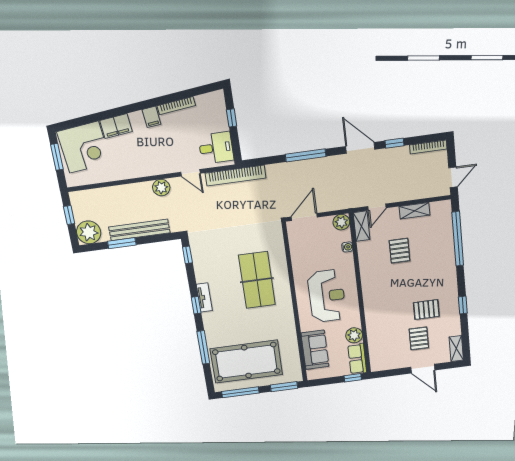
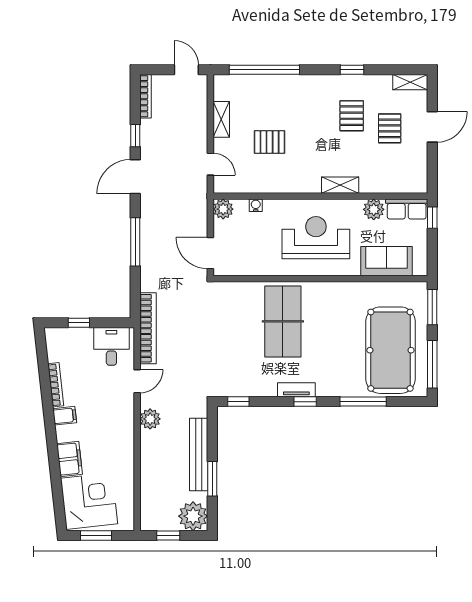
shelving: (362, 226) -> (340, 185), moved
table tennis table: (257, 280) -> (283, 321), turned 90
pallet: (419, 338) -> (390, 128), turned 90

